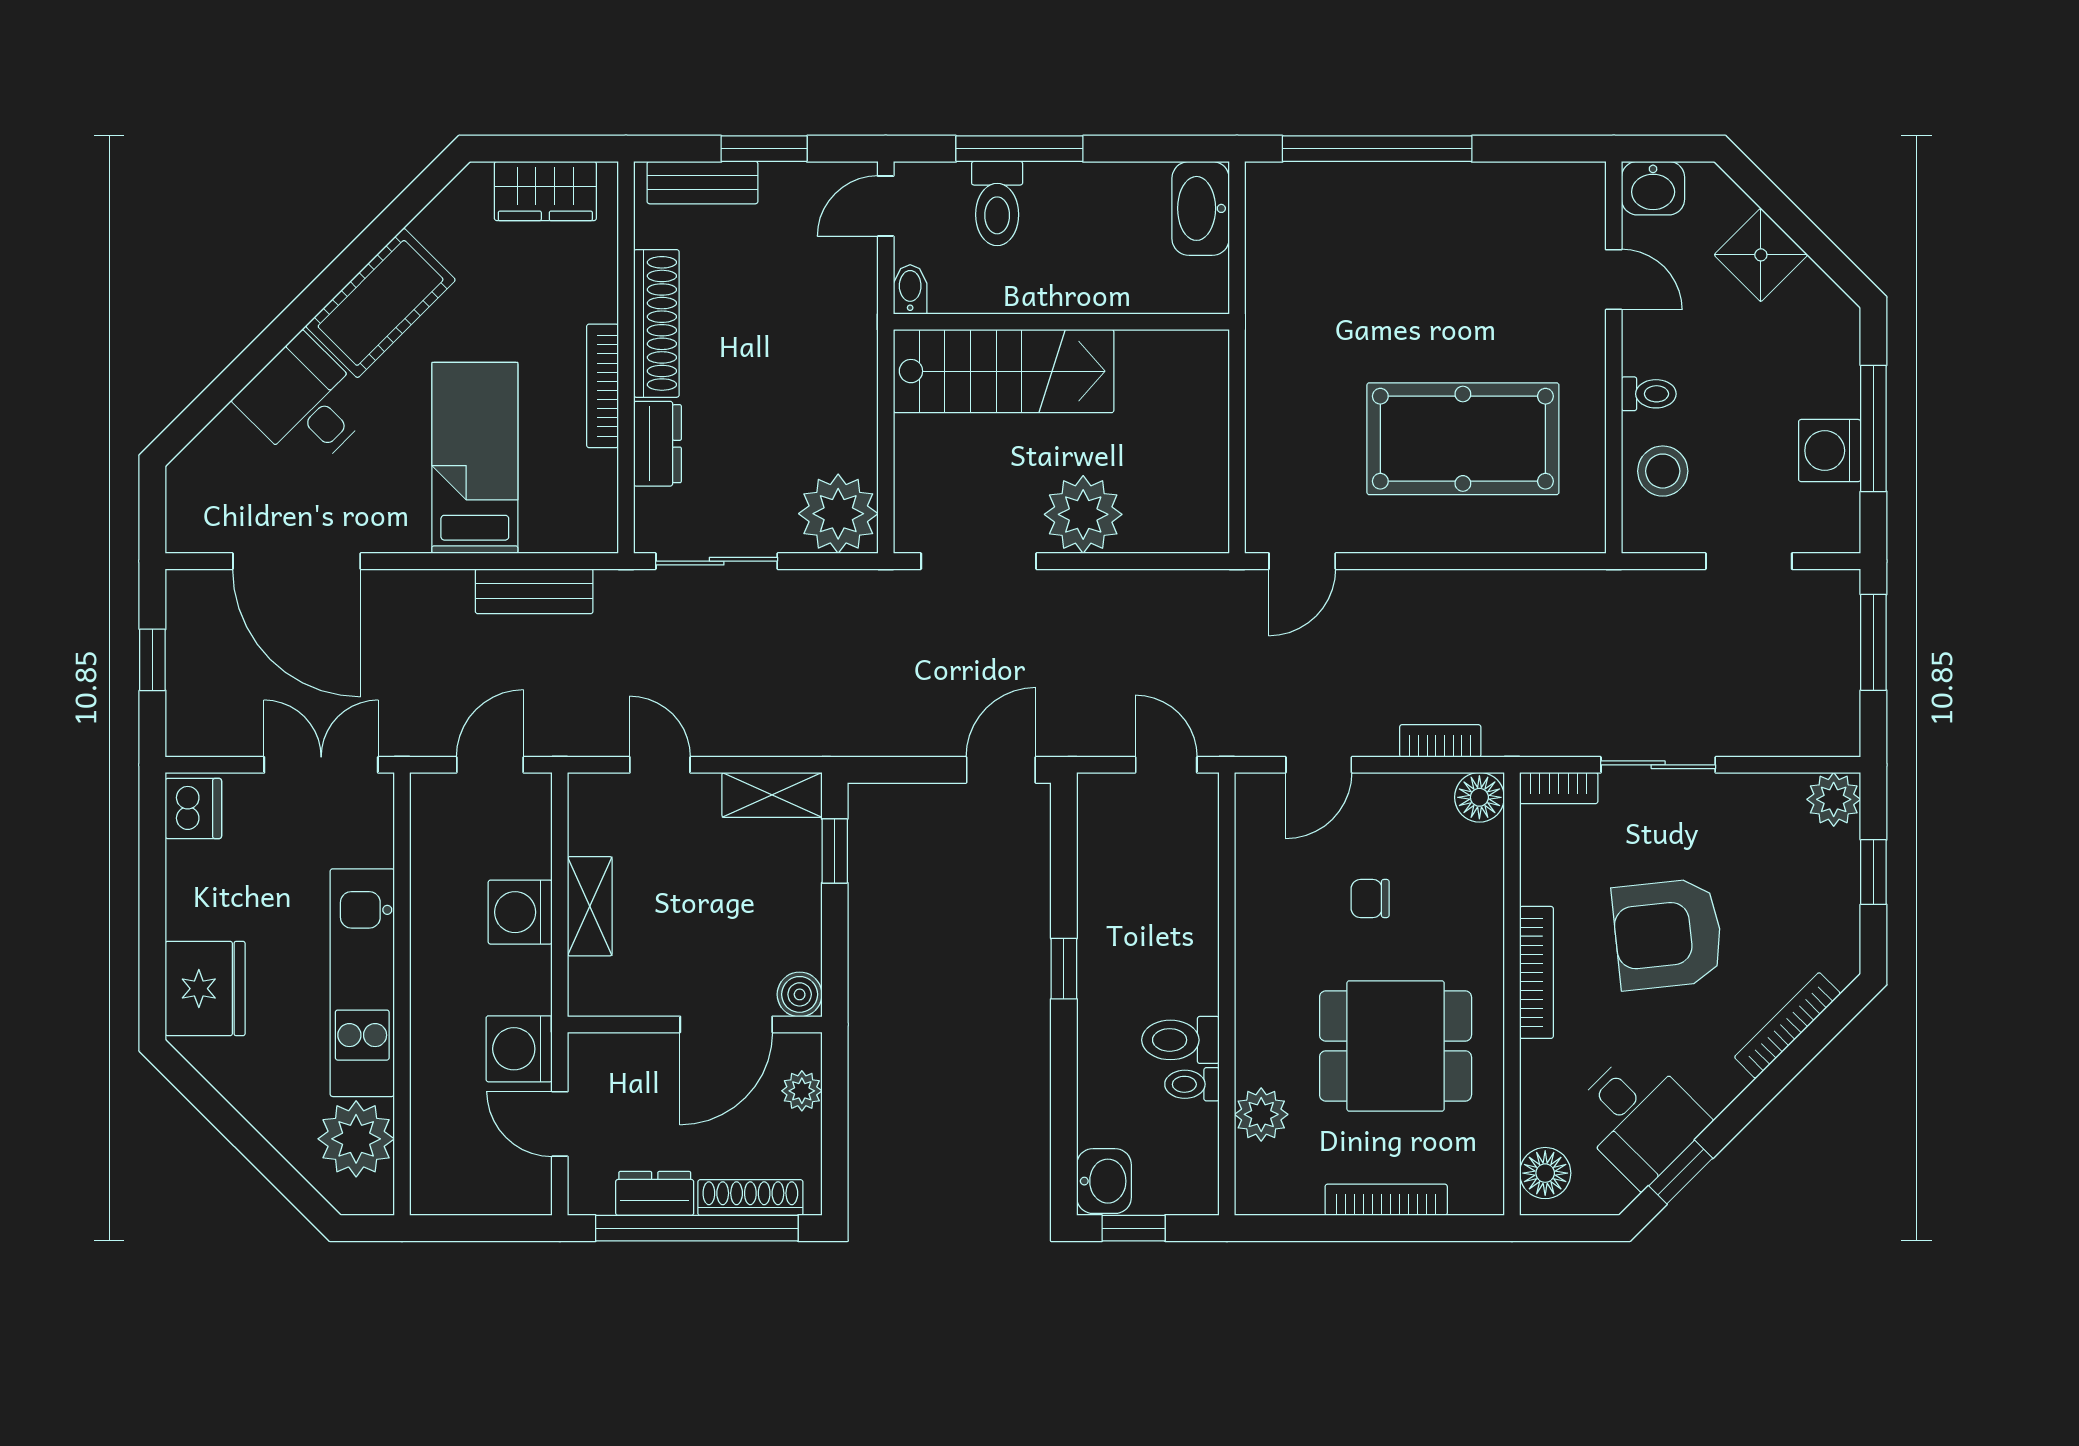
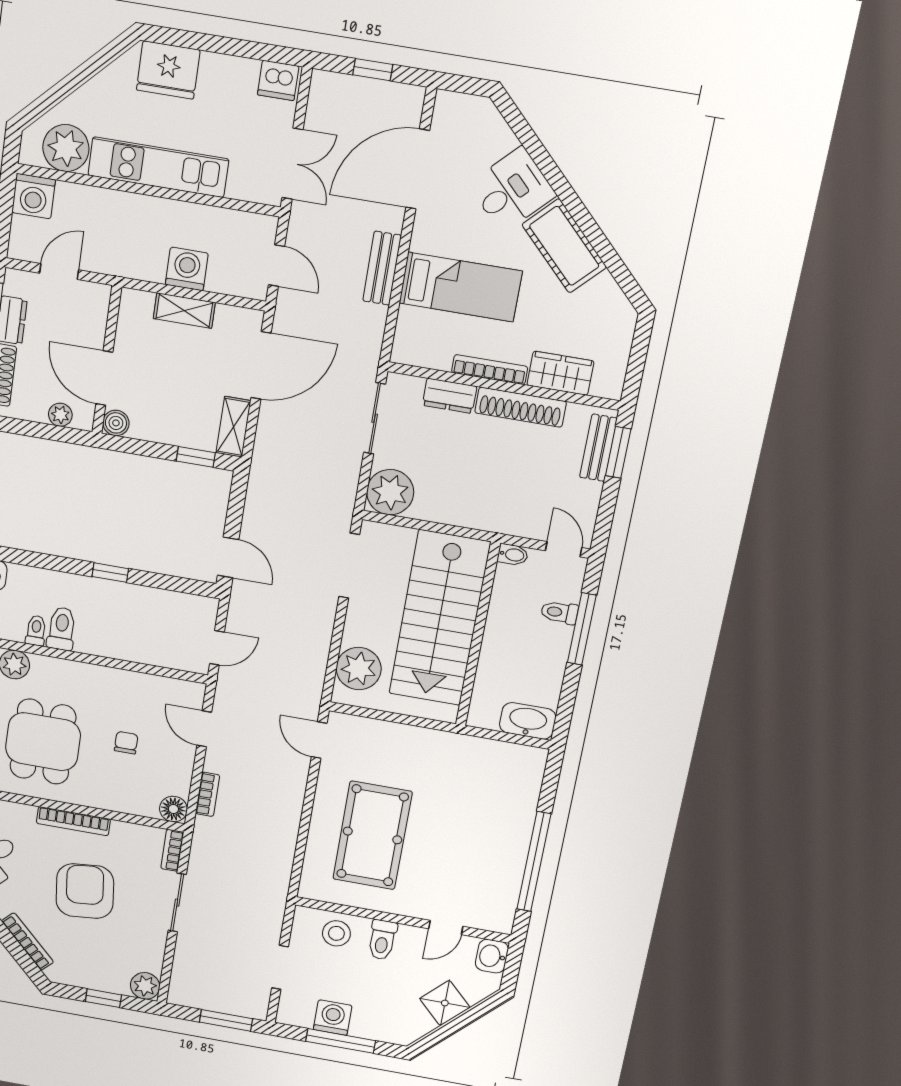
window: (764, 149) -> (618, 452), moved
window: (1377, 149) -> (534, 862), moved
wardrobe: (545, 191) -> (560, 373), moved, turned 90
toilet: (997, 204) -> (559, 612), width x0.73, depth x0.72
stairs: (1004, 371) -> (440, 618), width x1.36, depth x1.51
toilet: (1649, 394) -> (382, 940), width x1.37, depth x1.39
plant: (1083, 514) -> (359, 669), moved
bench: (534, 591) -> (382, 268), moved
door: (660, 765) -> (261, 365), width x1.88
washing machine: (519, 1049) -> (34, 196), moved, turned 180

